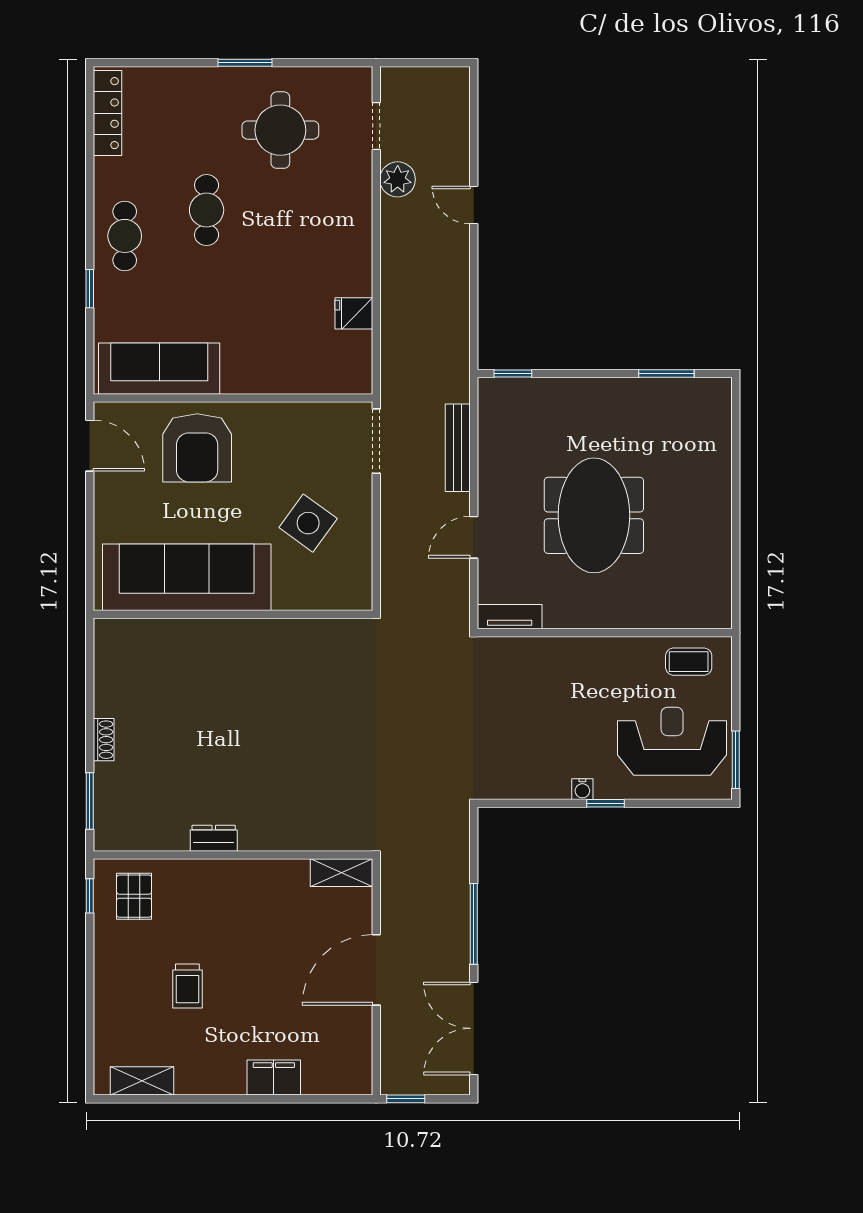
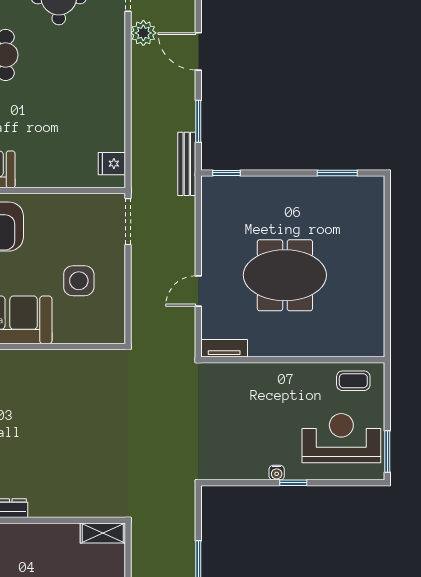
door: (474, 205) -> (198, 51), width x1.38
window: (474, 302) -> (198, 121), added
fridge: (354, 313) -> (112, 164), moved
bench: (458, 448) -> (187, 164), moved
meeting table: (594, 515) -> (285, 275), turned 90
side table: (308, 523) -> (79, 281), turned -36

